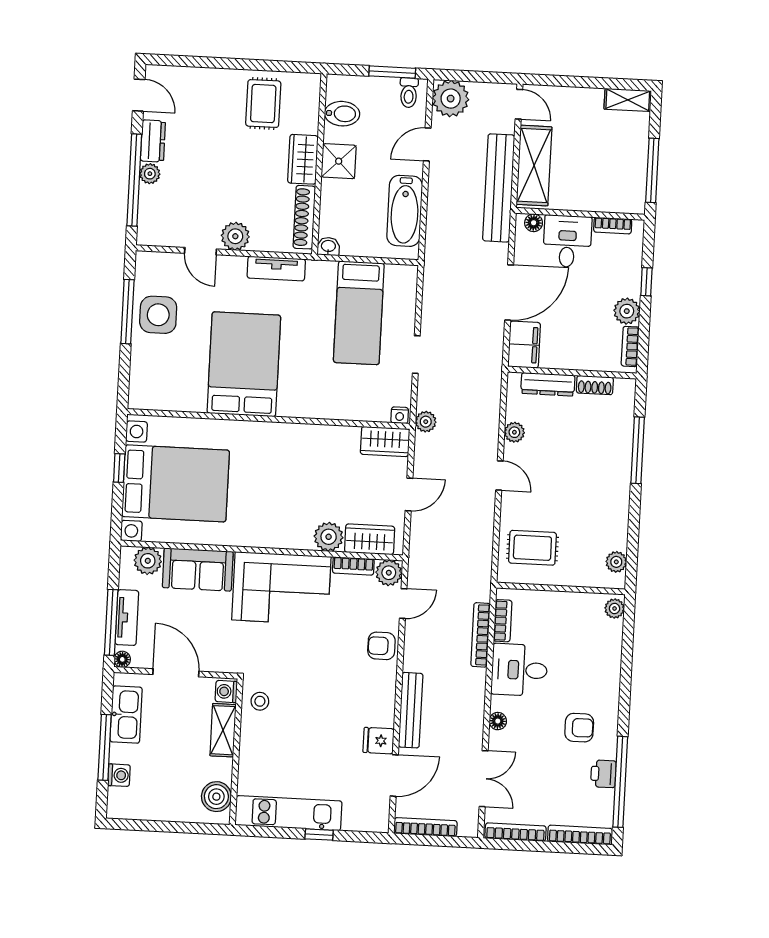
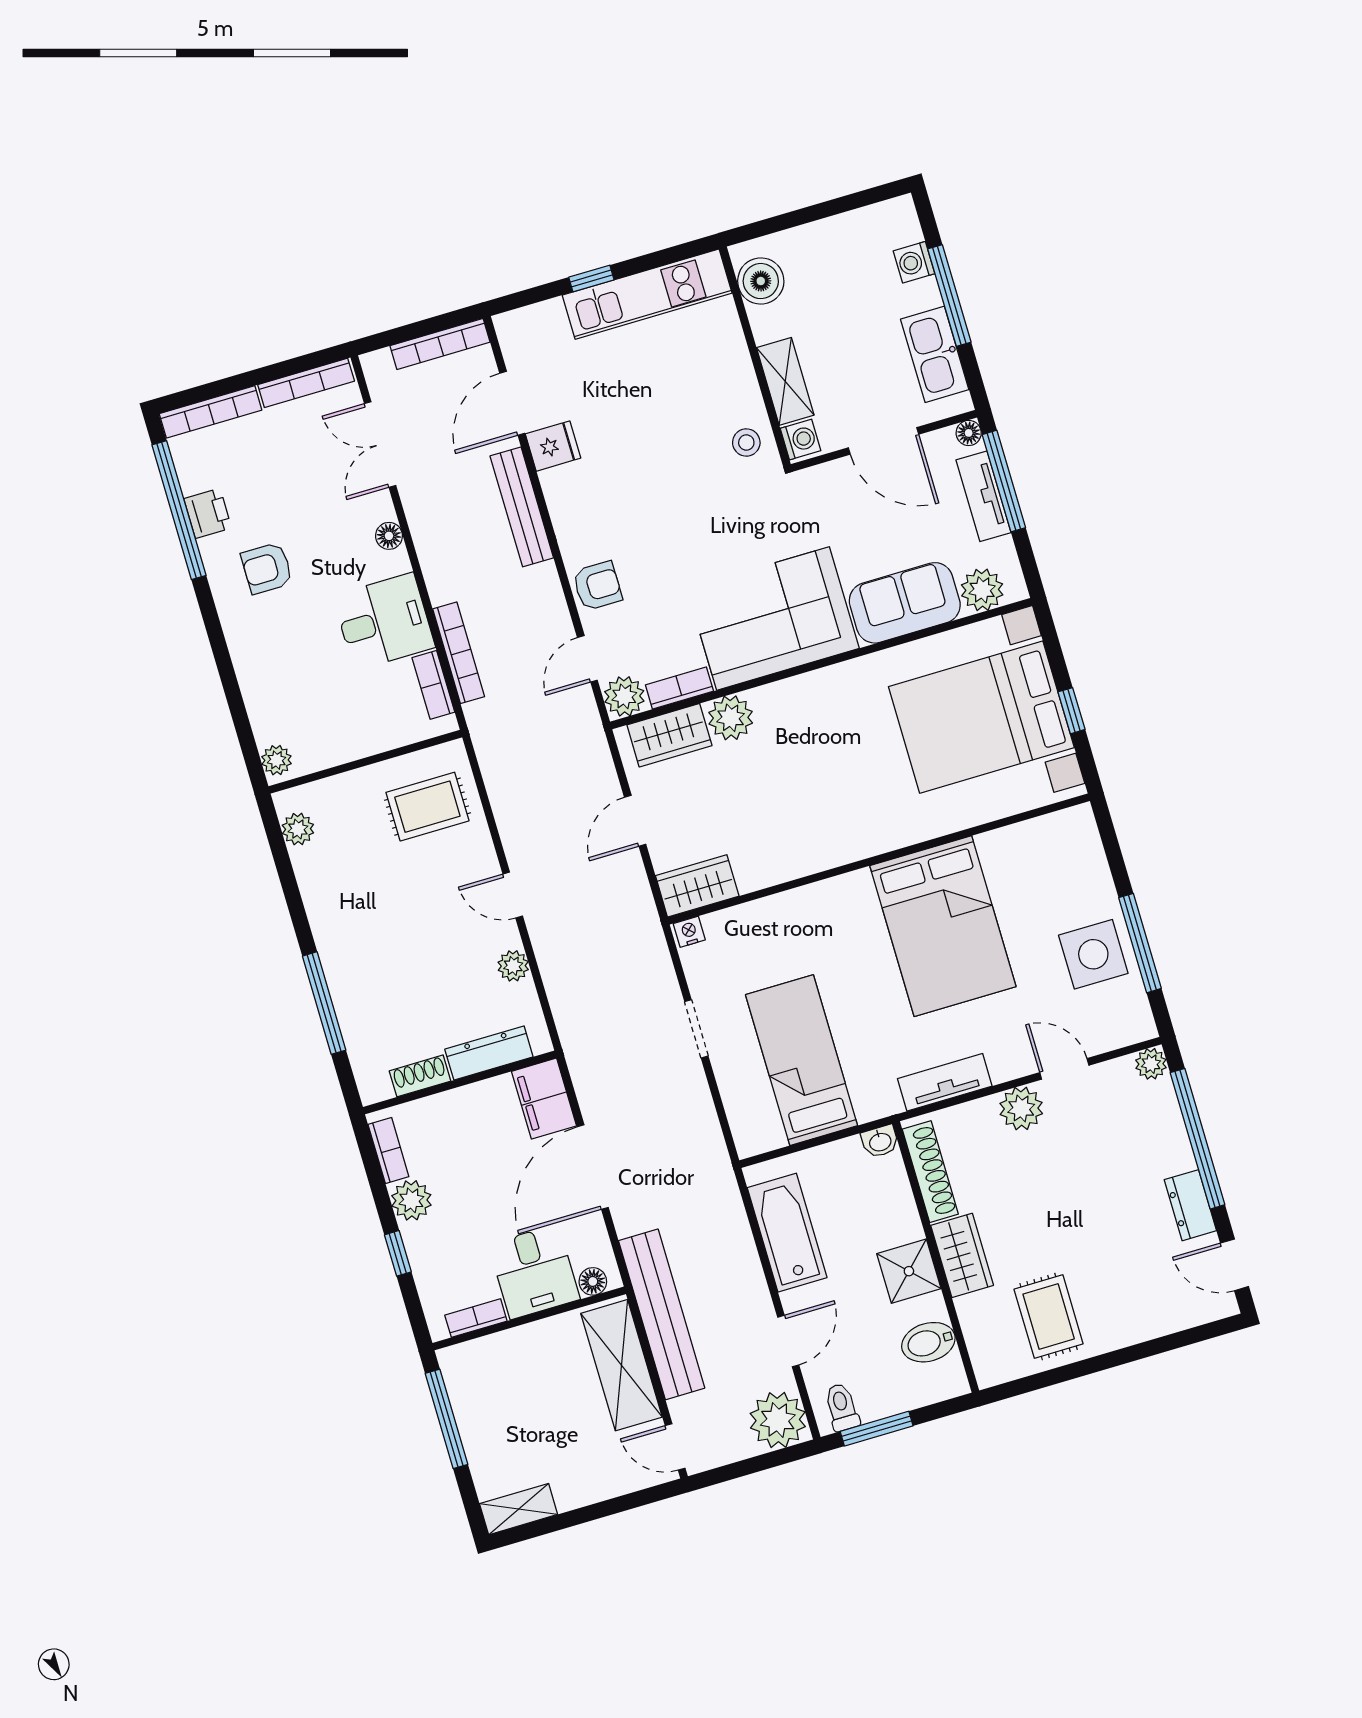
plant: (150, 174) -> (1151, 1064), moved
plant: (426, 422) -> (648, 936), removed

